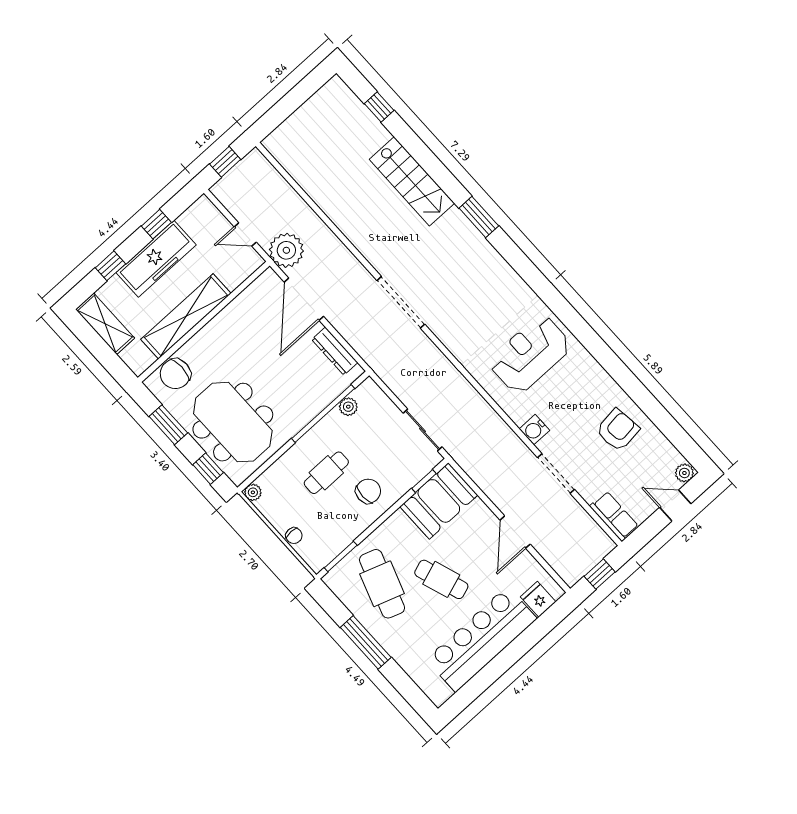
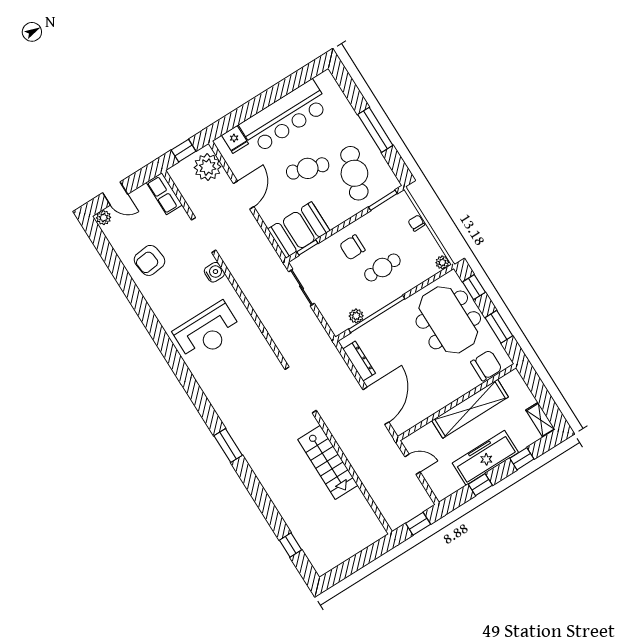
stairs: (412, 181) -> (328, 462), moved, turned 180
plant: (286, 250) -> (208, 167), moved
shelving: (105, 324) -> (540, 420), width x0.67, depth x0.75
cafe table: (441, 579) -> (308, 168), turned -53

